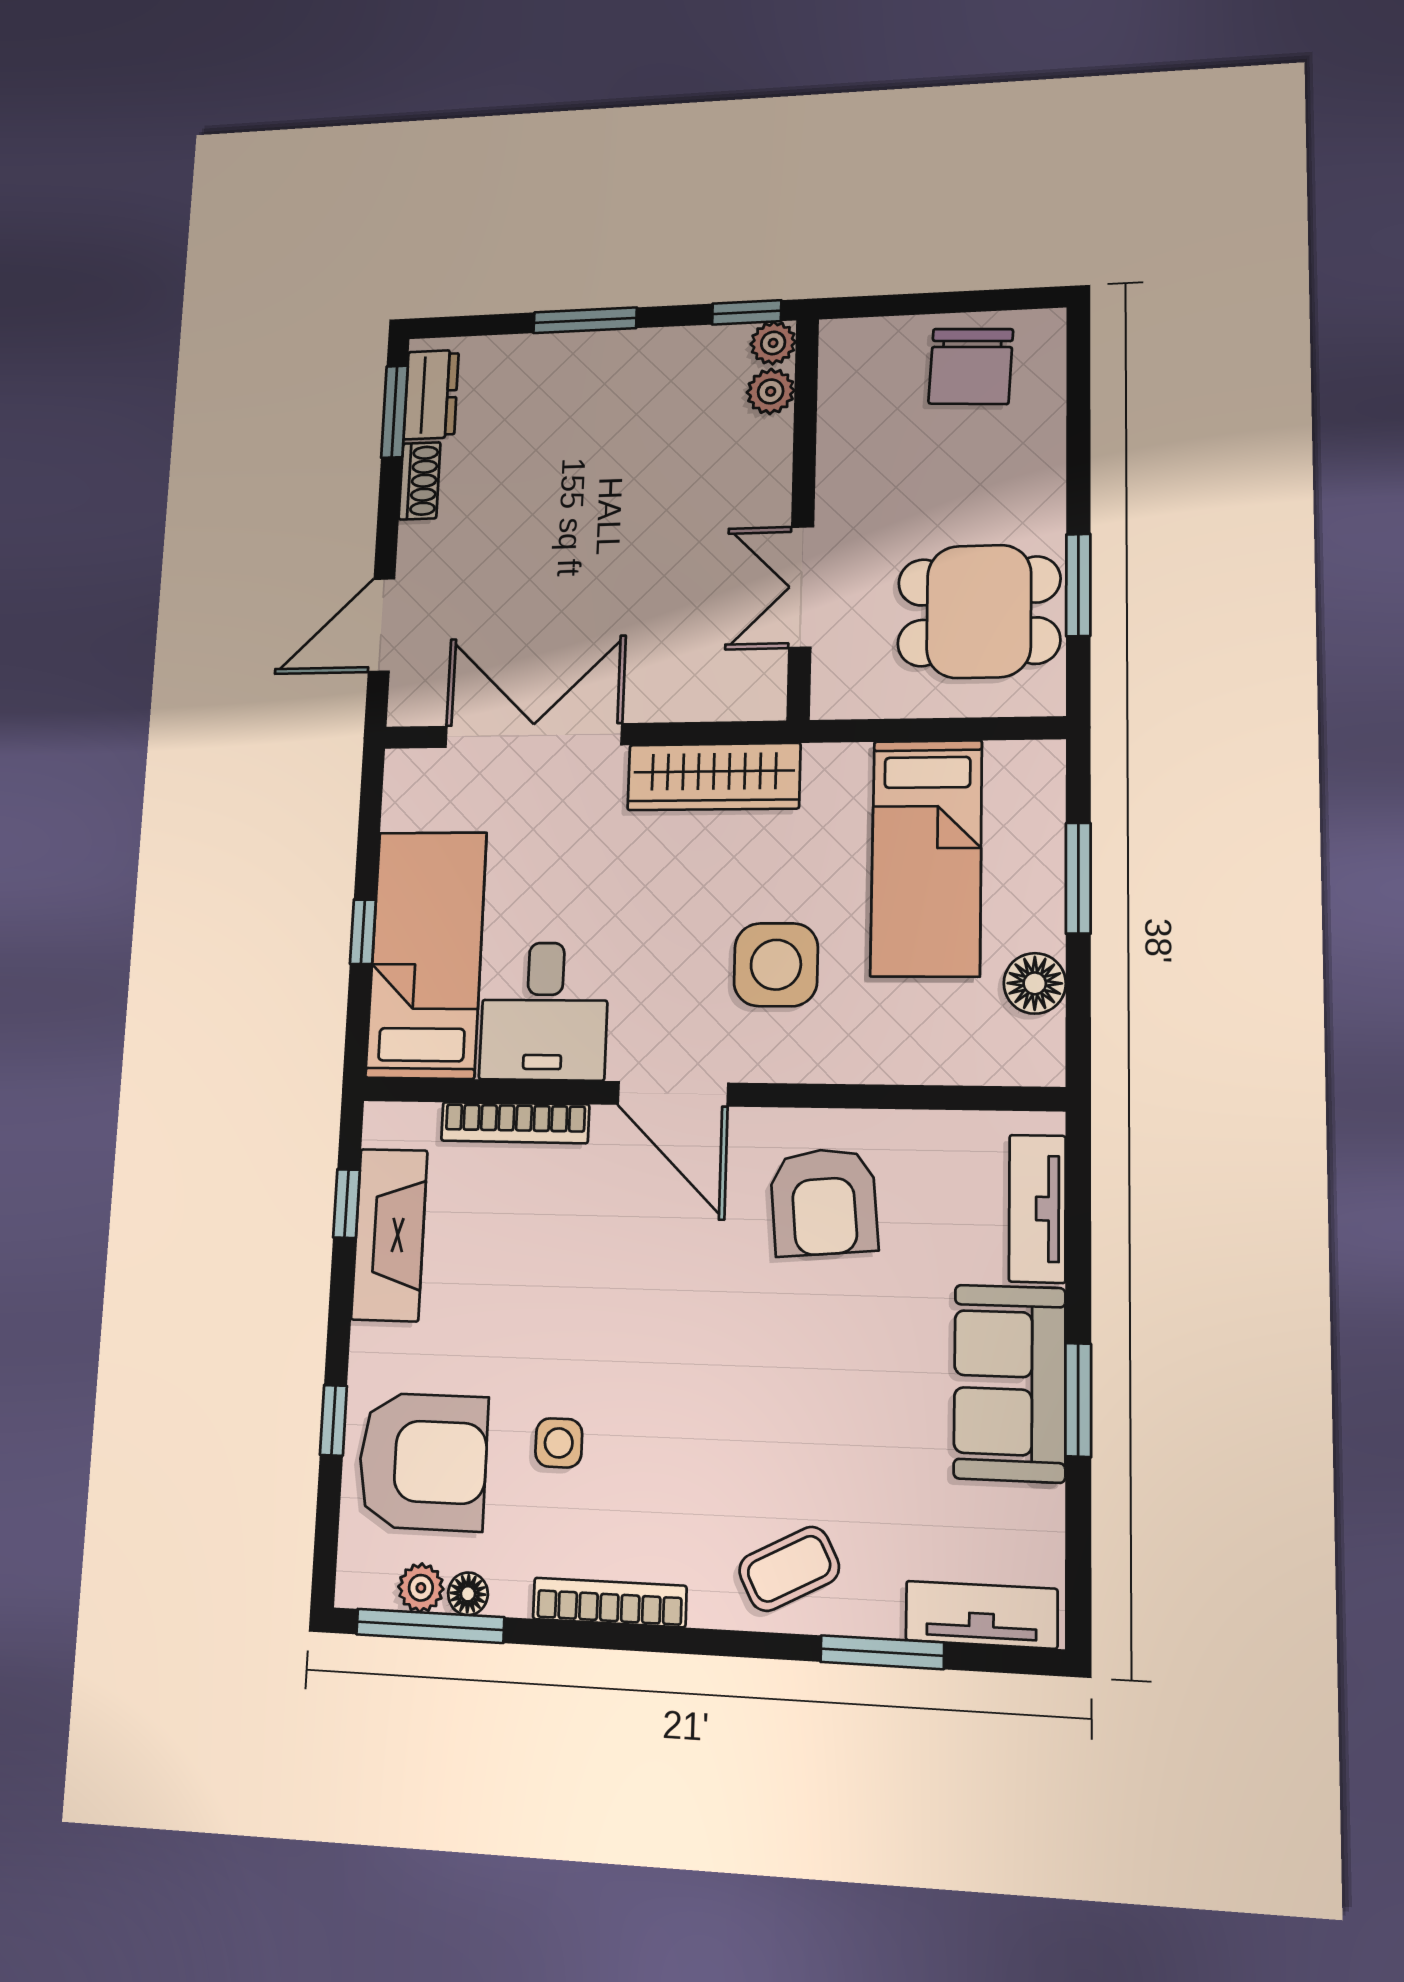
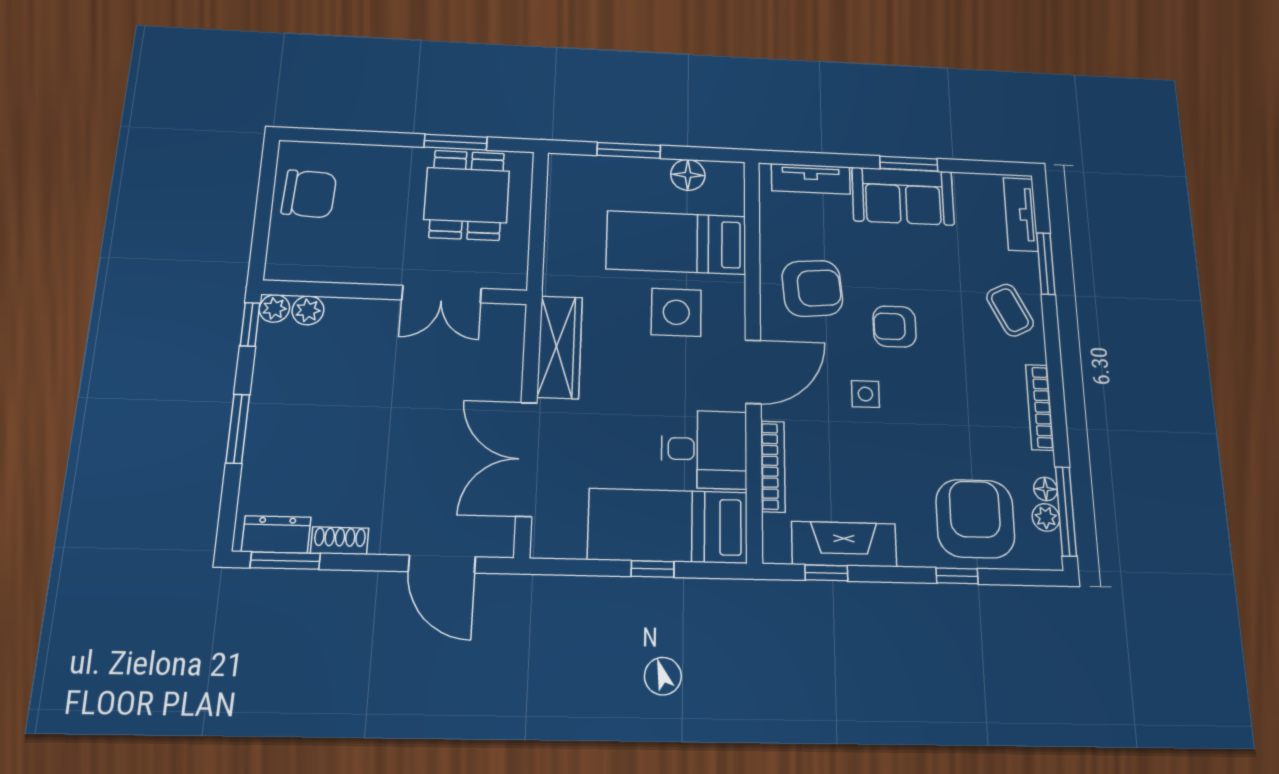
bed: (926, 858) -> (676, 243), moved, turned 180
armchair: (755, 1347) -> (895, 327), added
side table: (559, 1443) -> (865, 394), moved

